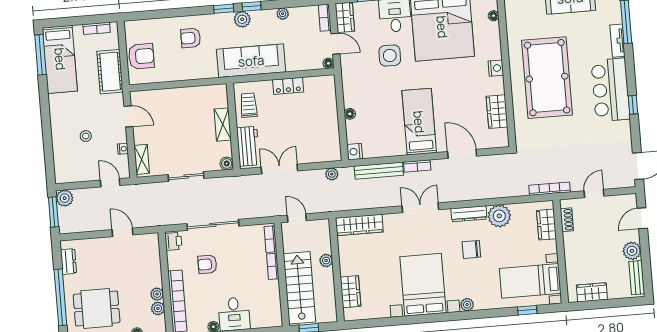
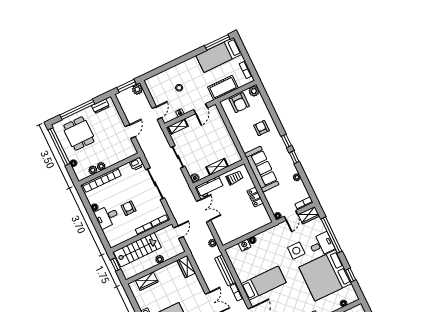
plant: (242, 19) -> (254, 91), moved
nightstand: (355, 152) -> (244, 245), moved
wardrobe: (359, 225) -> (186, 267), width x0.67
armchair: (207, 264) -> (129, 208), moved

